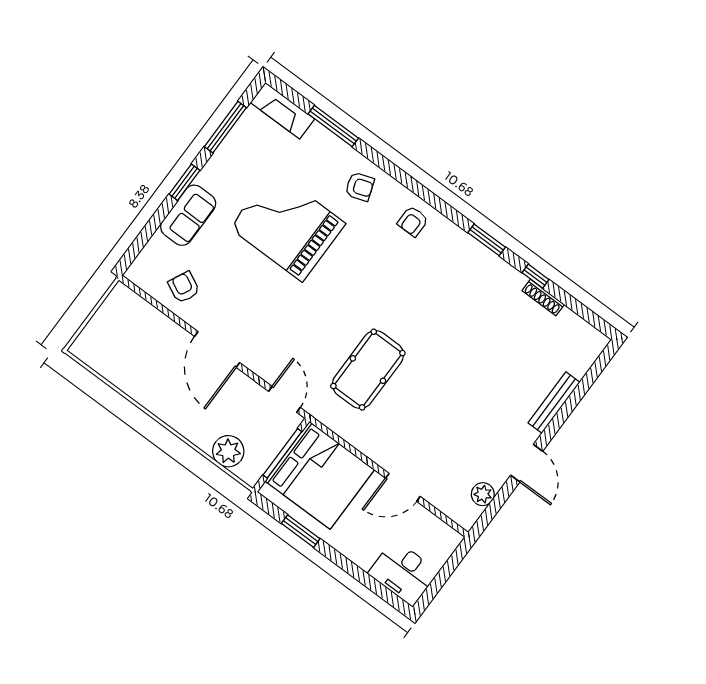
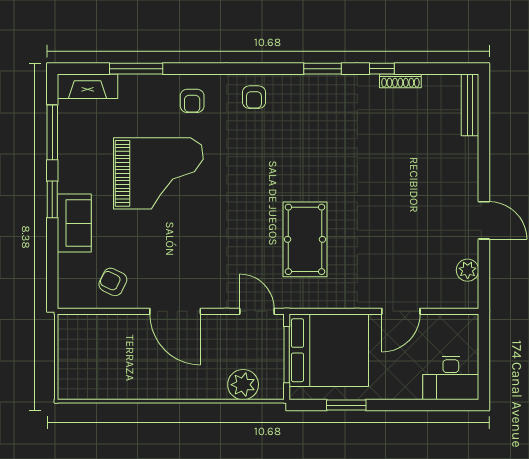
armchair: (360, 187) -> (192, 101), turned 109
grand piano: (288, 226) -> (158, 173), turned 180
bench: (554, 403) -> (470, 105), moved

